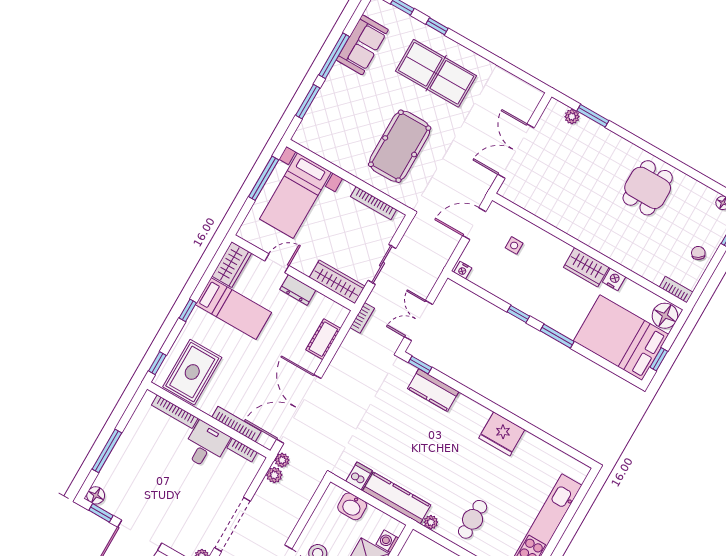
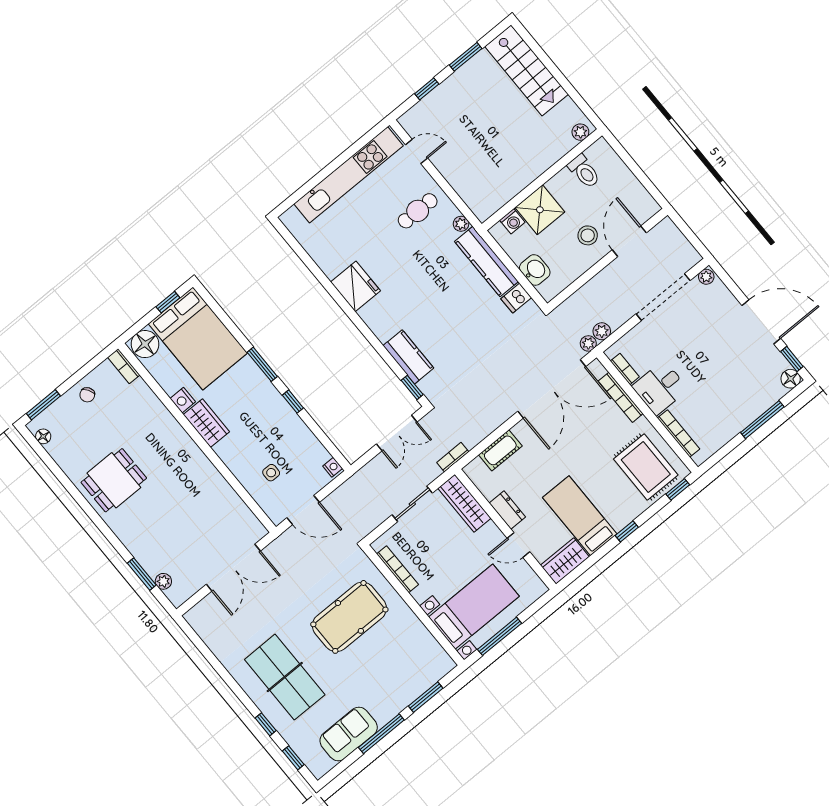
rug: (192, 372) -> (646, 467), turned 90

